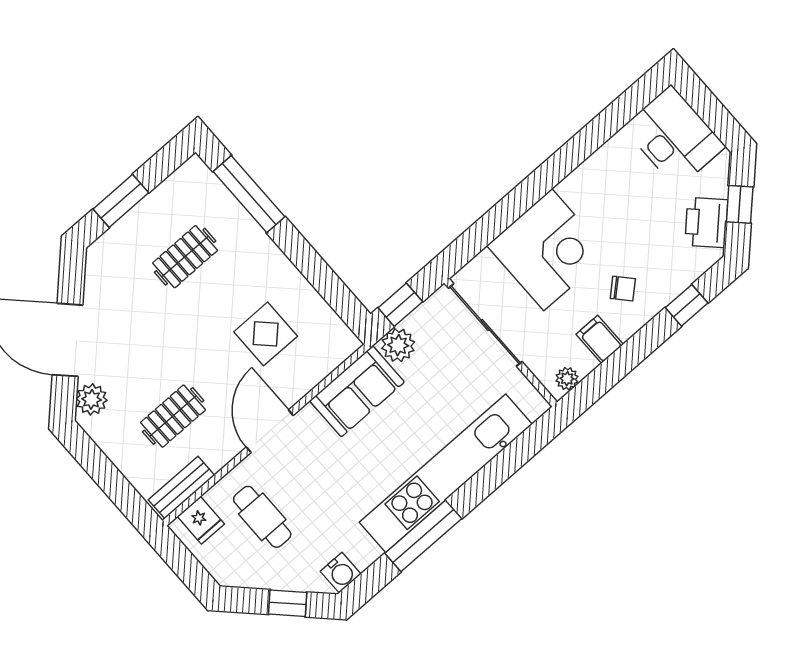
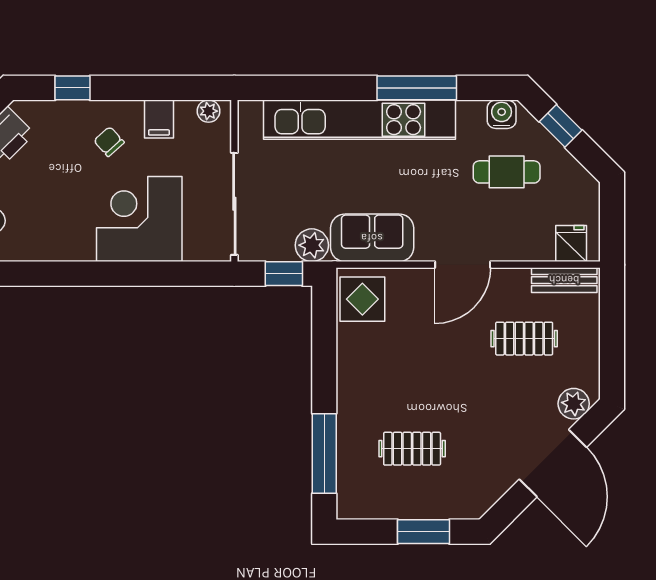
display table: (266, 334) -> (362, 299), moved
cafe table: (262, 517) -> (507, 172), moved, turned 90

